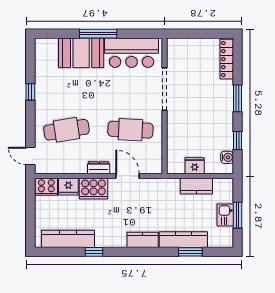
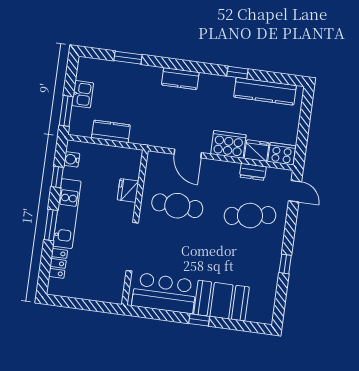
window: (98, 34) -> (199, 320), width x0.46
locker: (227, 59) -> (58, 263), width x0.66
kitchen unit: (225, 110) -> (67, 214), added
fridge: (195, 166) -> (128, 190), moved, turned 90
dresser: (99, 168) -> (253, 172), moved
window: (237, 215) -> (66, 111), moved
kitchen counter: (183, 240) -> (134, 73), removed

